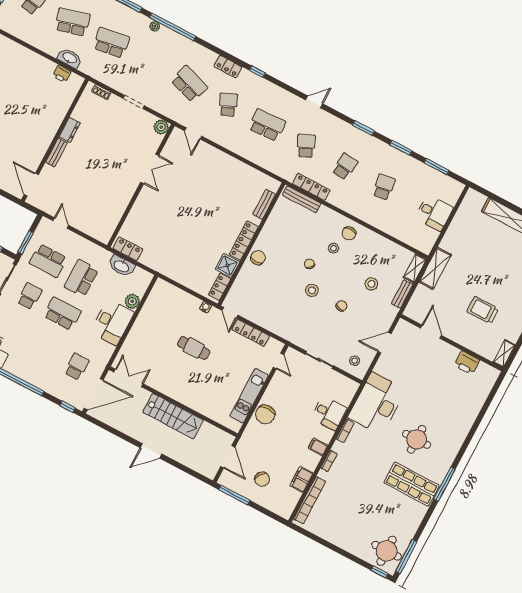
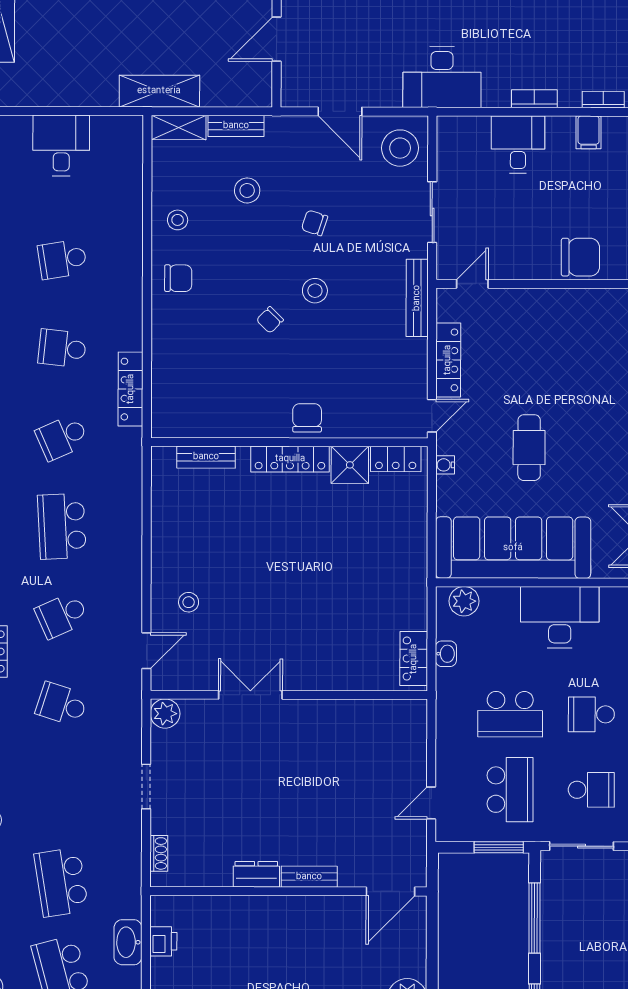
school desk: (189, 84) -> (62, 704), width x0.54
stool: (205, 163) -> (189, 602), added
bench: (302, 199) -> (417, 298), moved
stool: (333, 248) -> (178, 220), moved
chair: (258, 258) -> (307, 418), turned 90
washbasin: (122, 266) -> (446, 654), width x0.52, depth x0.69
school desk: (29, 296) -> (591, 790), turned 180
plant: (132, 301) -> (464, 601), moved
school desk: (62, 314) -> (591, 714), width x0.54
sofa: (154, 318) -> (513, 548), added
stool: (355, 361) -> (400, 148), width x1.89, depth x1.89
kitchen unit: (249, 396) -> (562, 304), removed
desk: (377, 404) -> (442, 77), width x0.73, depth x0.77

